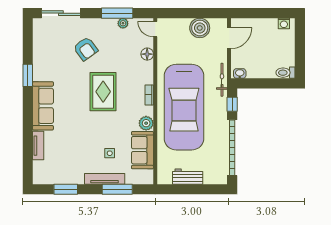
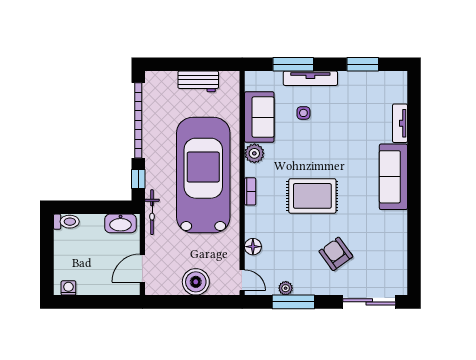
boiler: (200, 28) -> (196, 282), moved
washbasin: (240, 73) -> (121, 223), width x1.91, depth x1.45
window: (28, 75) -> (414, 218), removed
rug: (103, 92) -> (312, 196), turned 90

